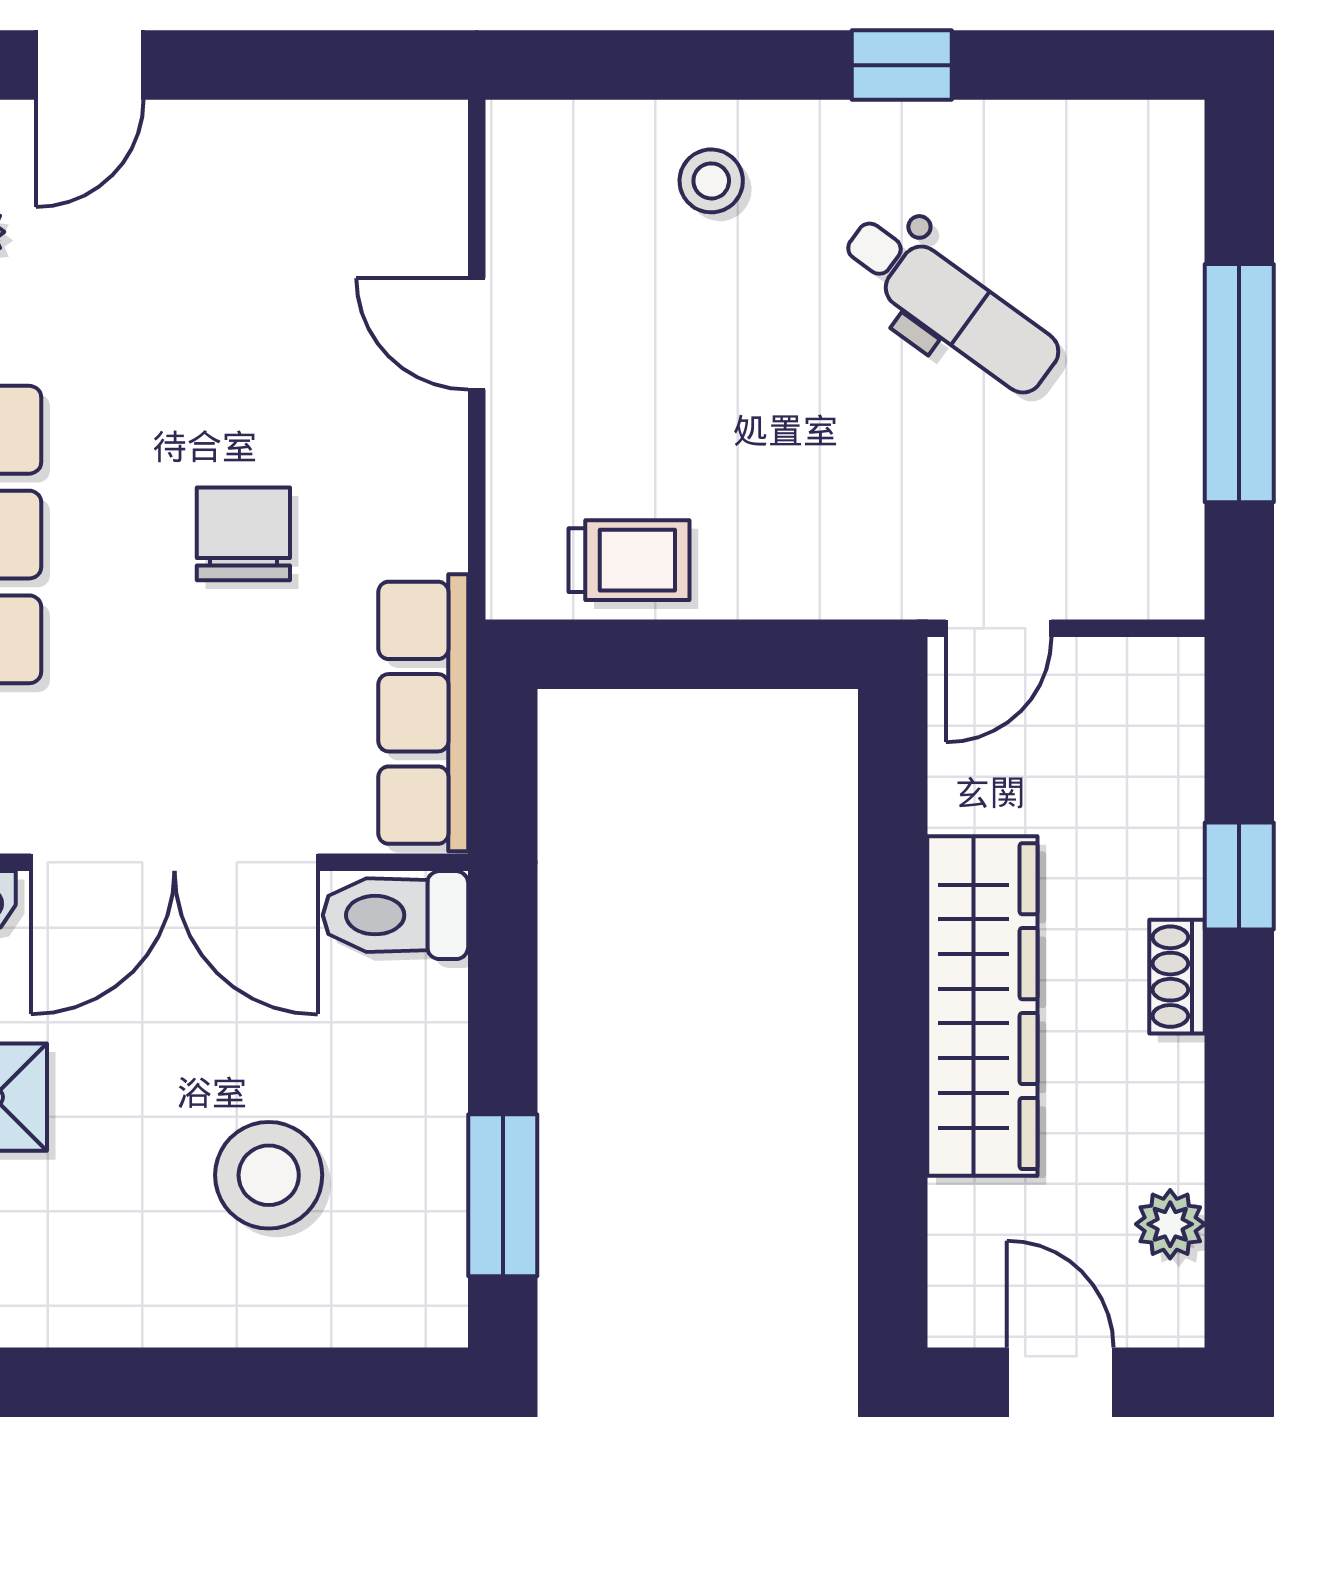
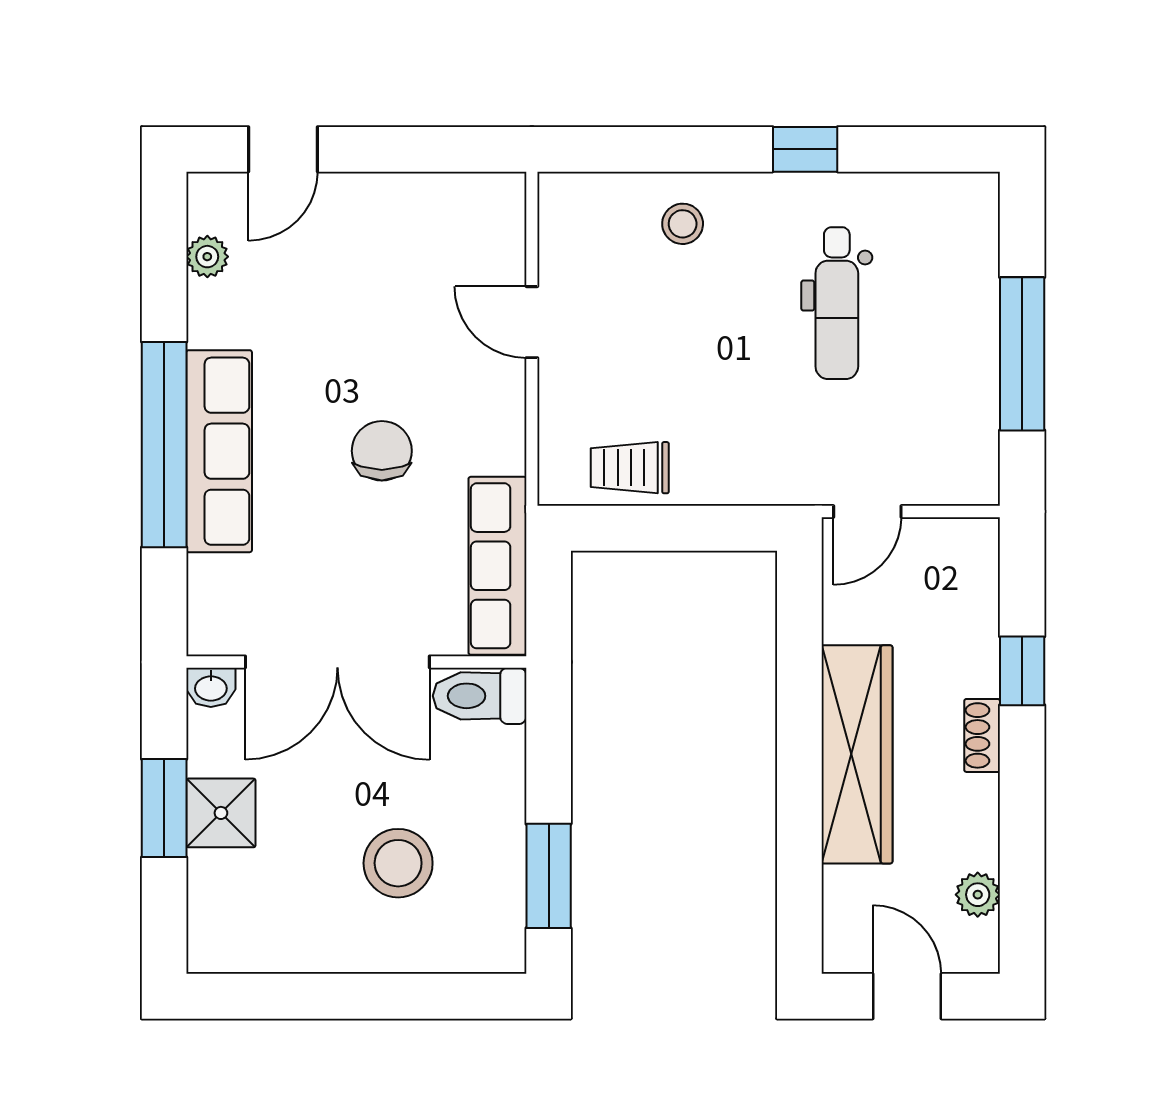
dental chair: (951, 304) -> (837, 303), turned 54
trolley: (629, 560) -> (630, 468), turned 180

